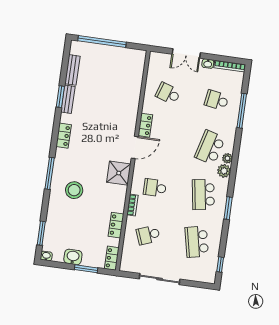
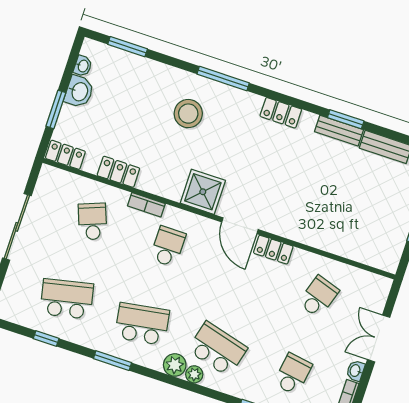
washbasin: (46, 256) -> (83, 66), moved
window: (220, 265) -> (46, 338), moved

